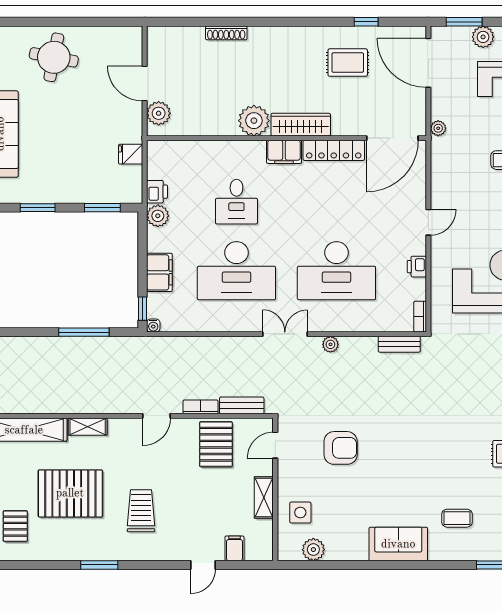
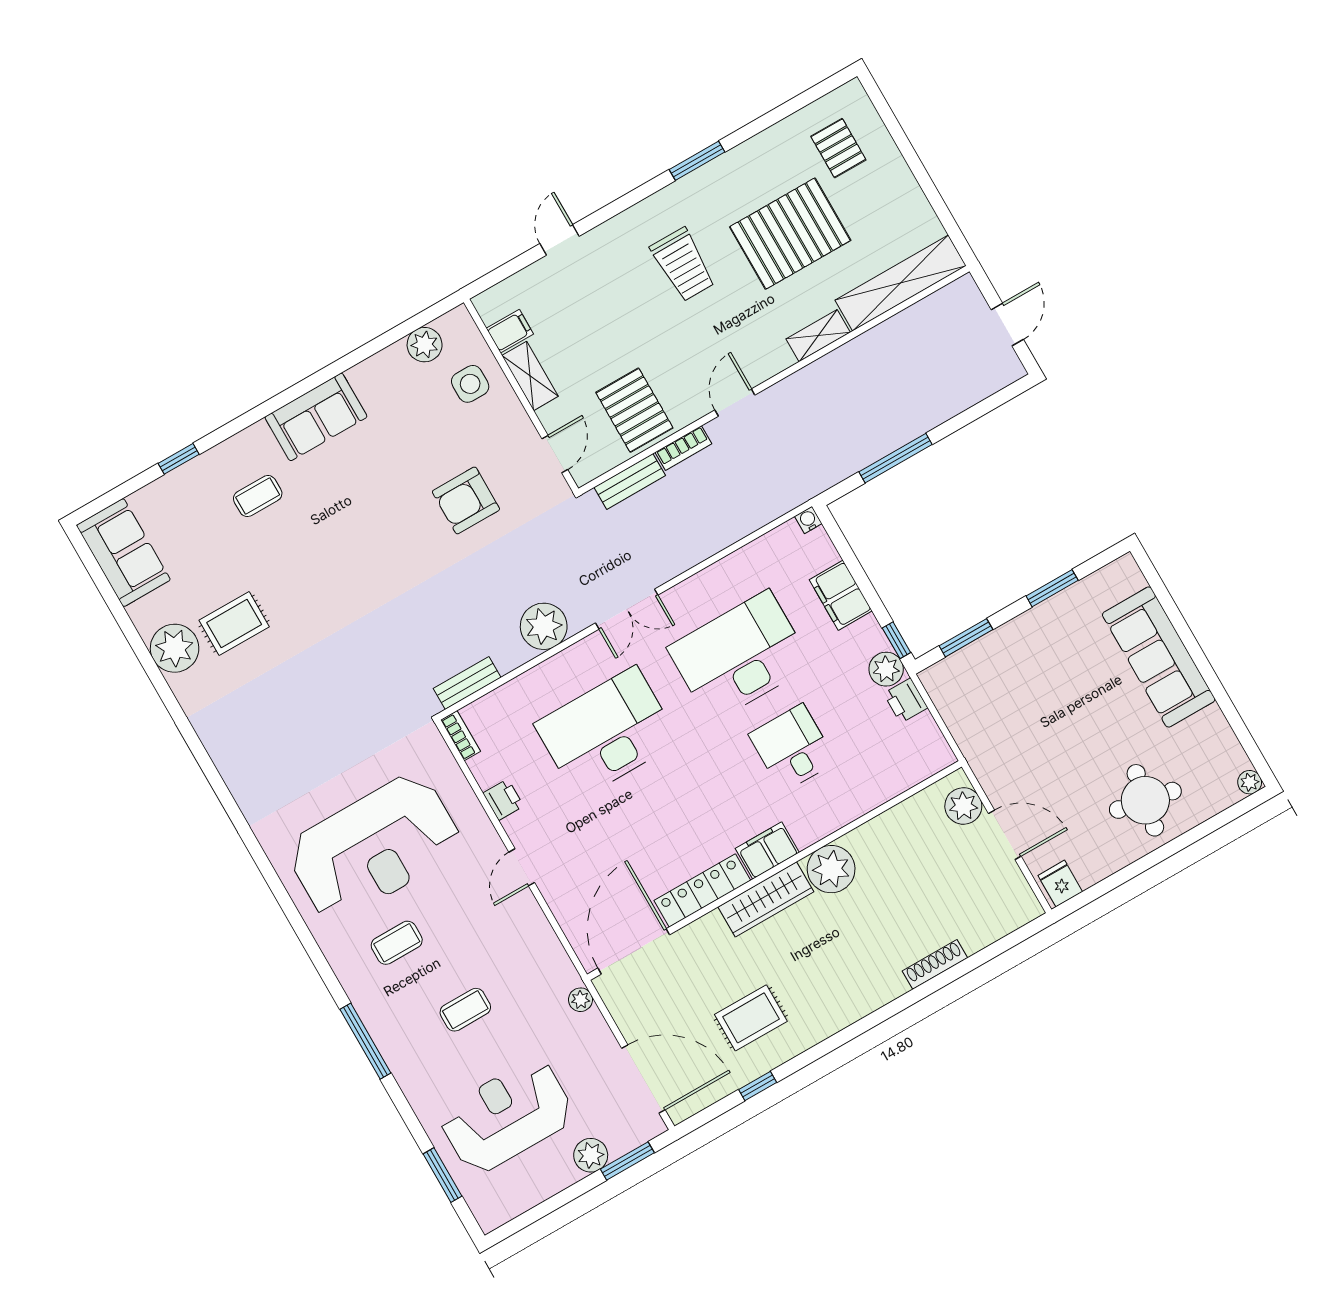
fridge: (131, 154) -> (1060, 884), moved, turned -90
window: (143, 309) -> (896, 640), moved
plant: (330, 344) -> (544, 626), width x1.87, depth x1.87
filing cabinet: (234, 548) -> (510, 331), moved, turned -90

